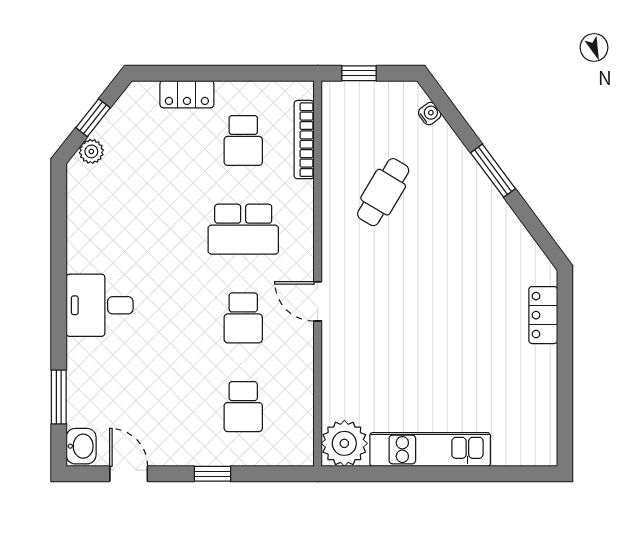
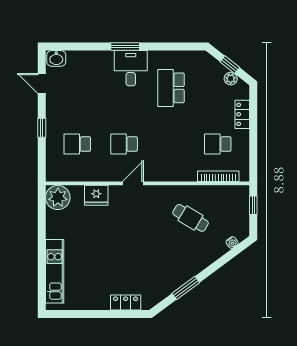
plant: (91, 151) -> (231, 79), moved
window: (493, 171) -> (186, 288), moved
school desk: (243, 229) -> (171, 88), moved
fridge: (340, 371) -> (96, 195), added
window: (59, 397) -> (125, 47), moved
kitchen unit: (430, 449) -> (55, 271), moved
door: (129, 474) -> (42, 83), swing flipped

